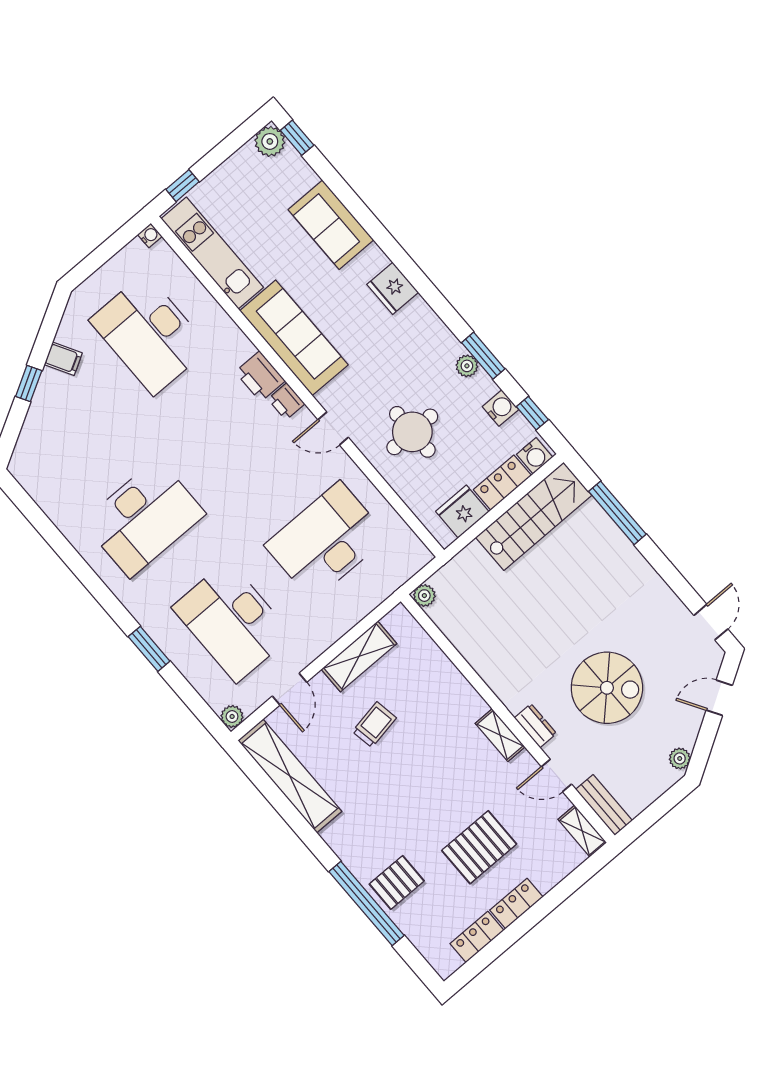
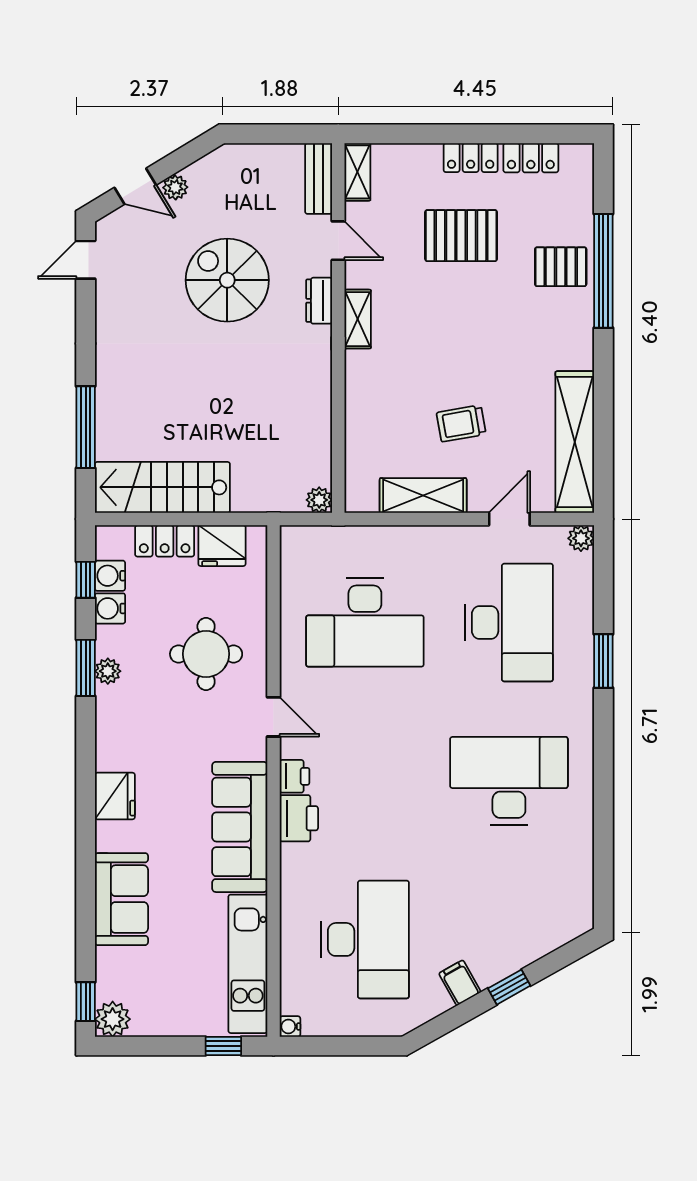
water cooler: (535, 456) -> (110, 576), moved, turned -90
plant: (680, 758) -> (175, 187), moved

